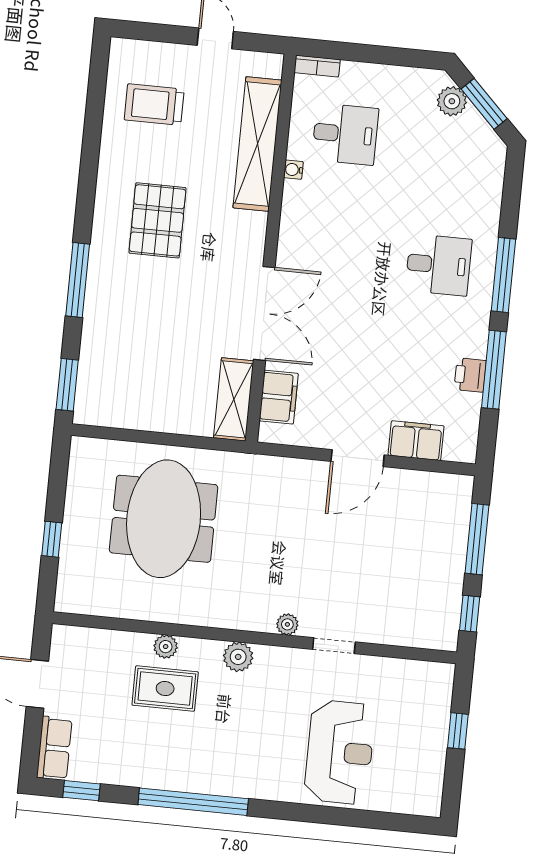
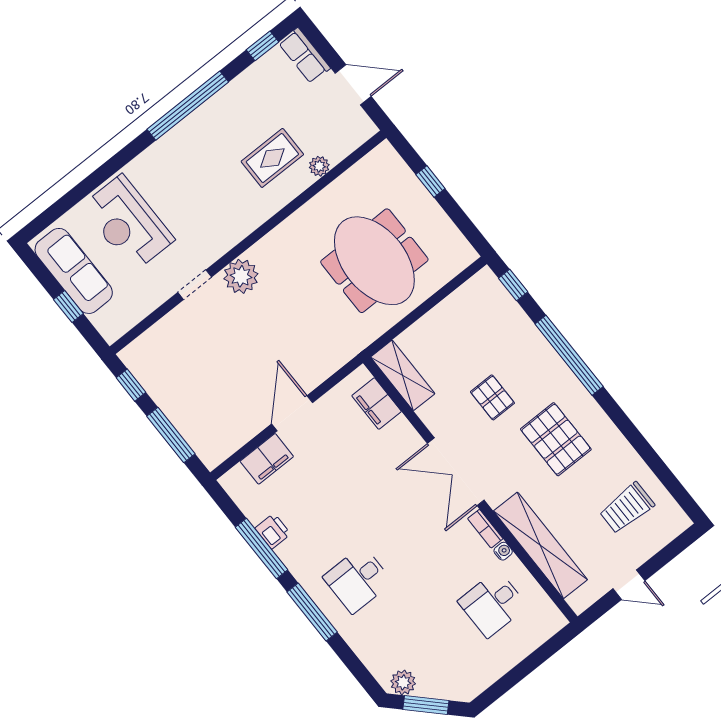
bookcase: (317, 66) -> (485, 529), moved, turned -90
plant: (452, 101) -> (403, 682), moved
trolley: (154, 105) -> (627, 508), turned 180
window: (78, 280) -> (569, 355), width x1.46
pallet: (176, 307) -> (492, 397), added
double door: (264, 313) -> (456, 472), moved
window: (67, 385) -> (513, 285), width x0.67
plant: (287, 624) -> (241, 276), width x1.88, depth x1.88
plant: (166, 647) -> (319, 166), moved
plant: (238, 657) -> (247, 221), removed
sofa: (424, 756) -> (74, 271), added

